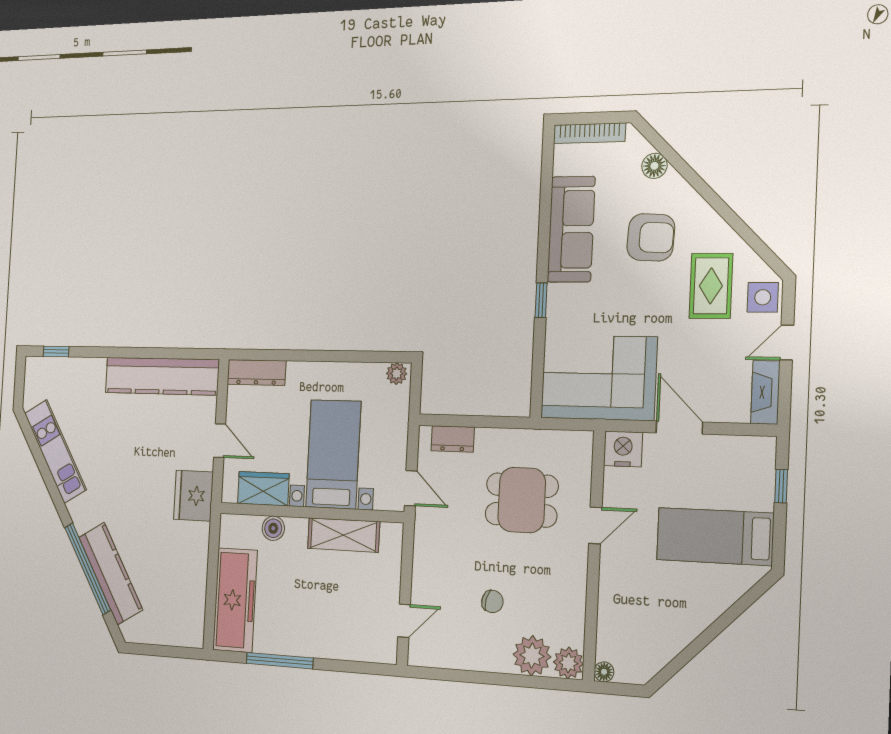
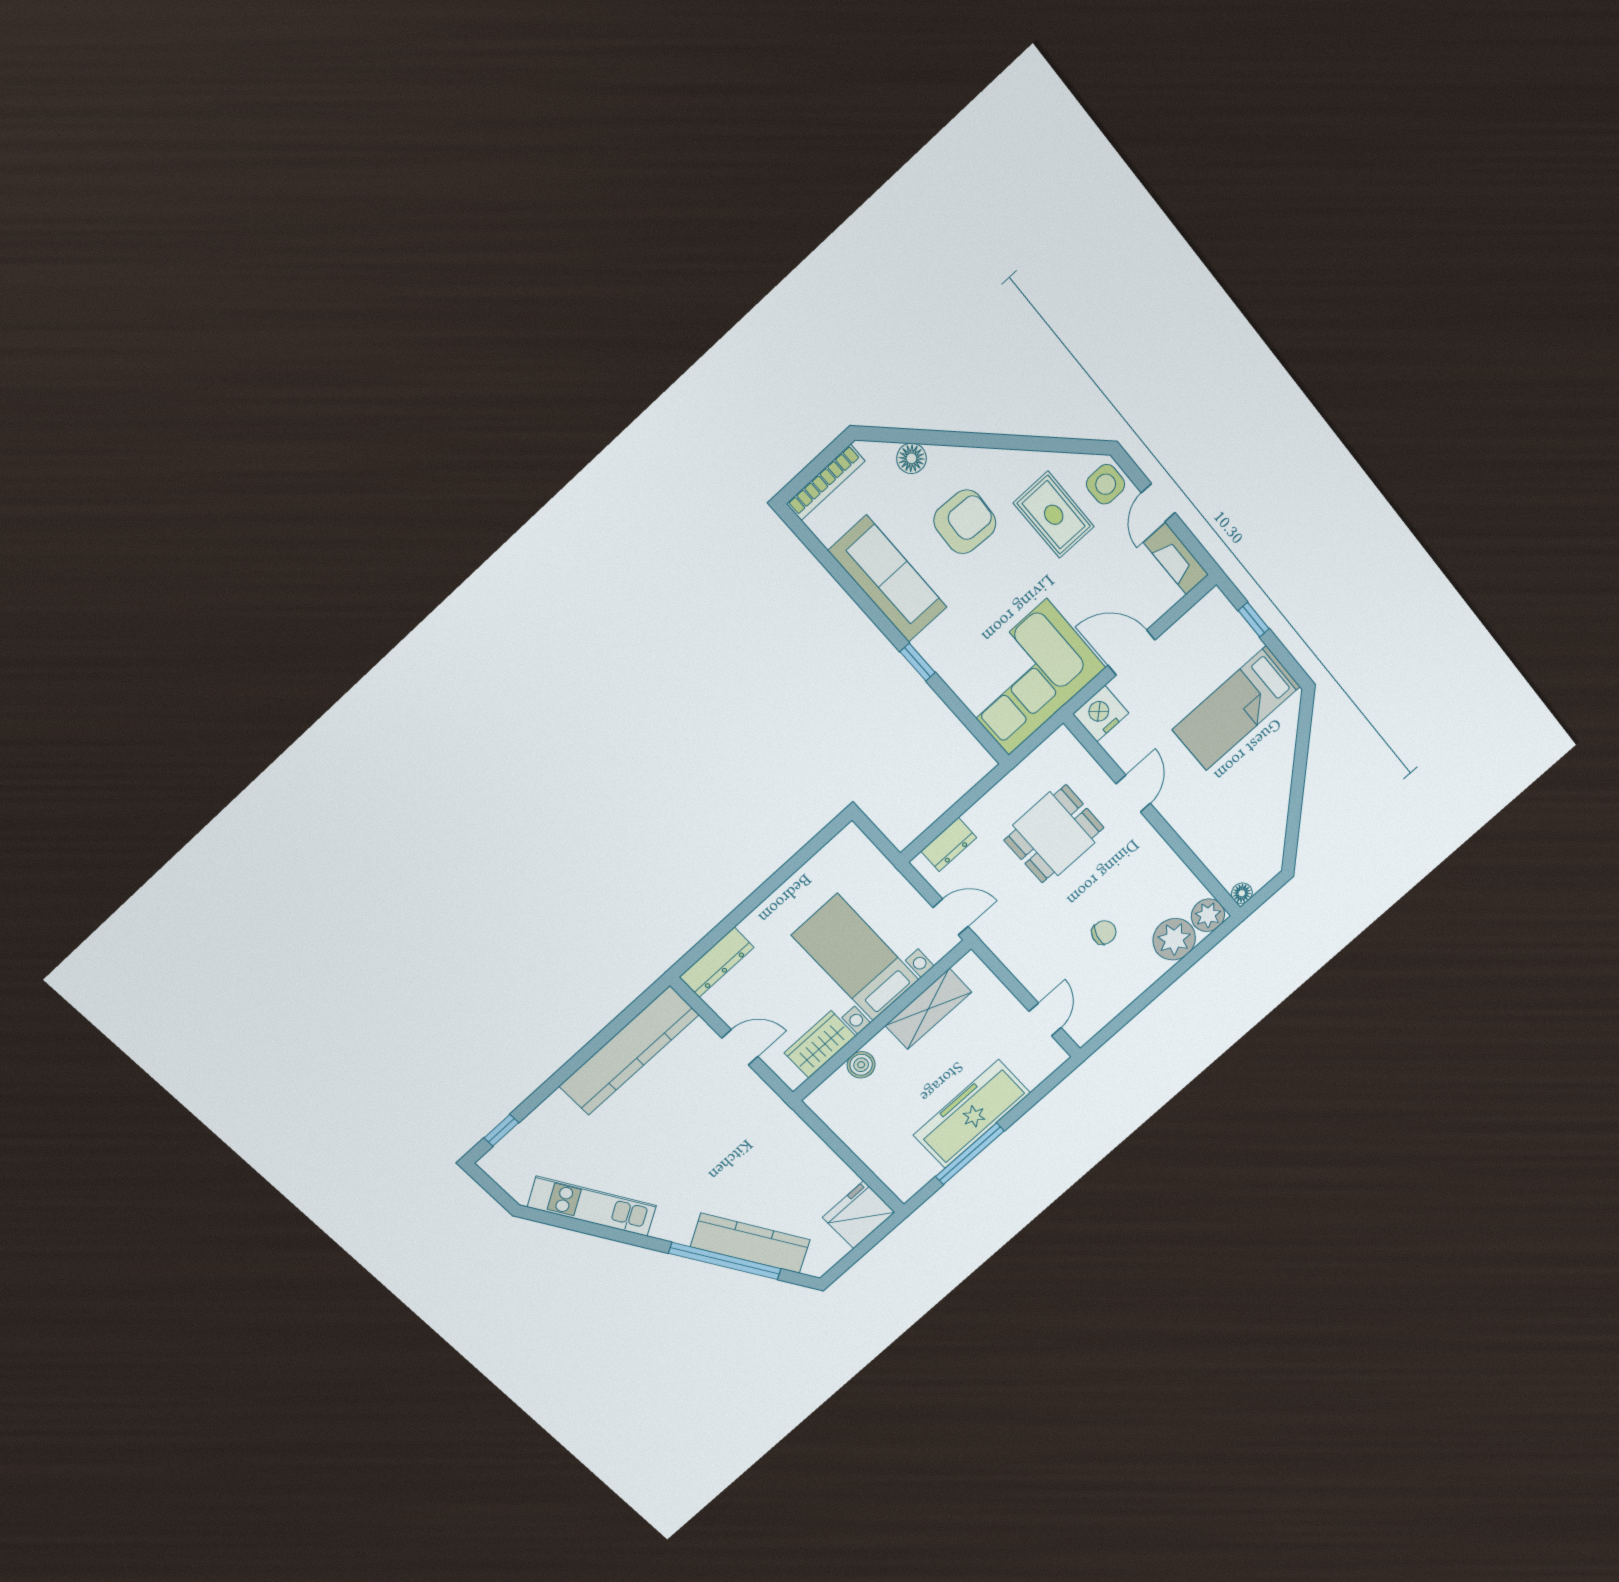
plant: (397, 374) -> (847, 841), removed
fridge: (193, 496) -> (859, 1215), moved, turned 90
freezer: (235, 600) -> (972, 1114), moved, turned -90

